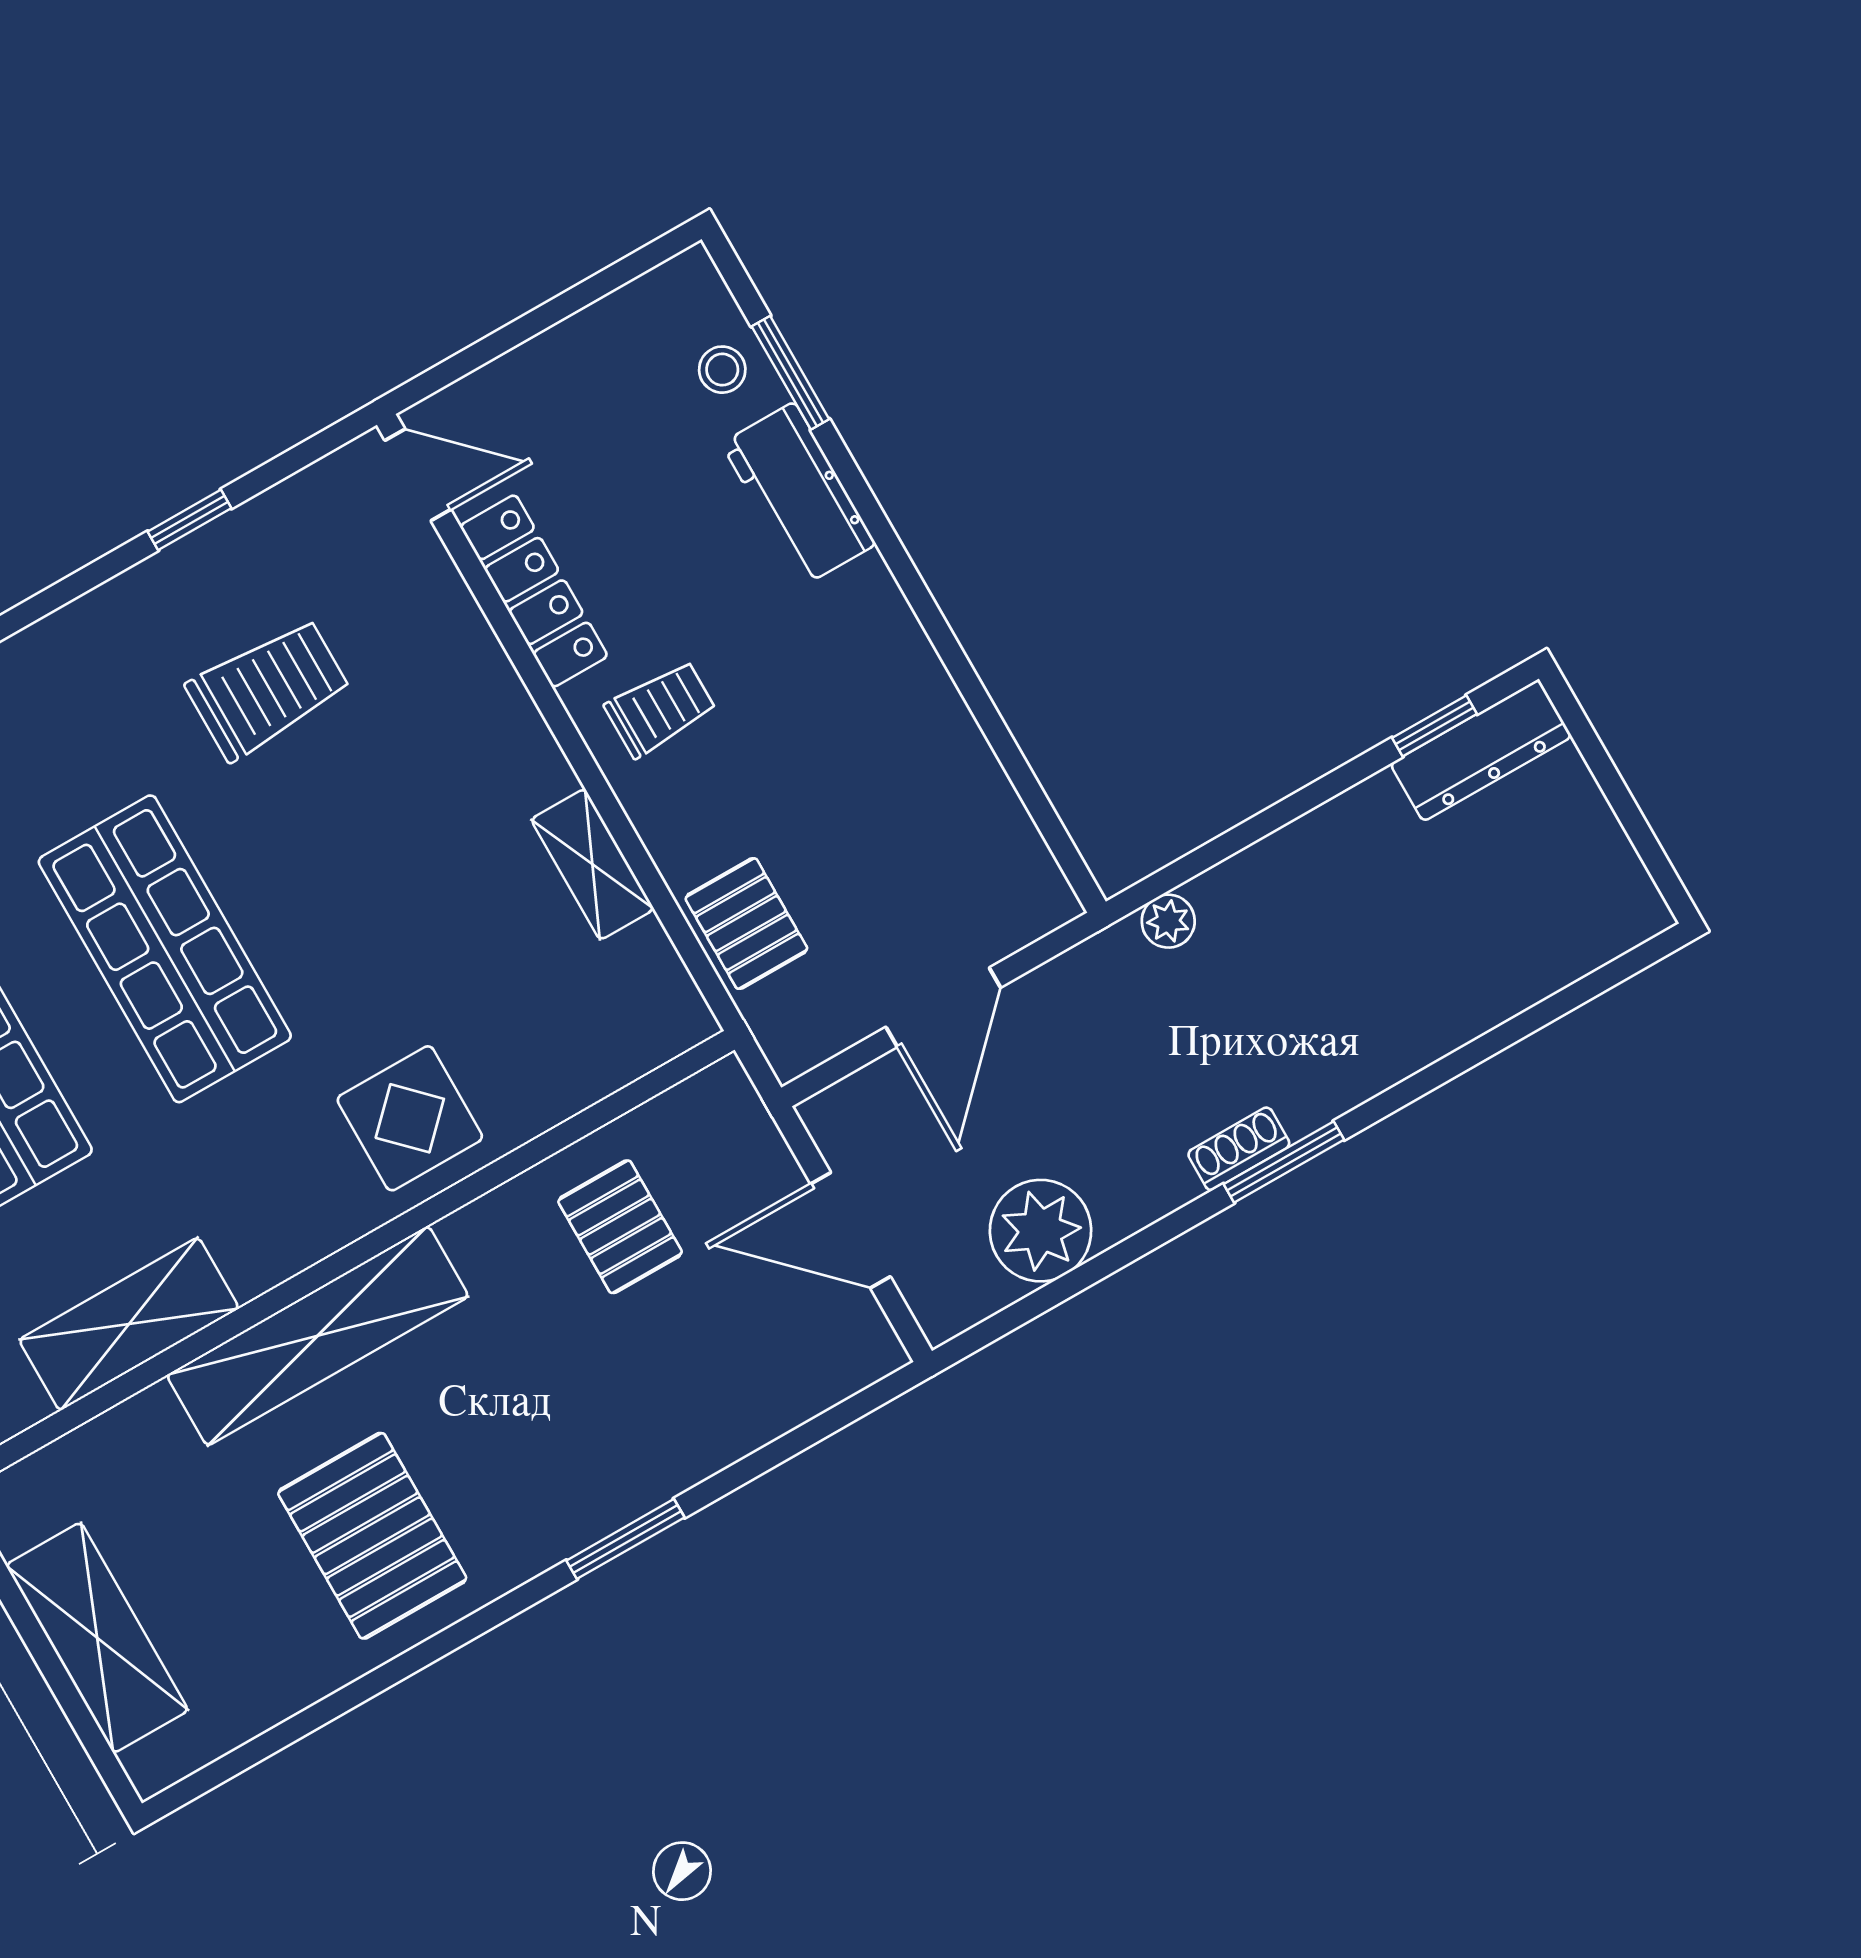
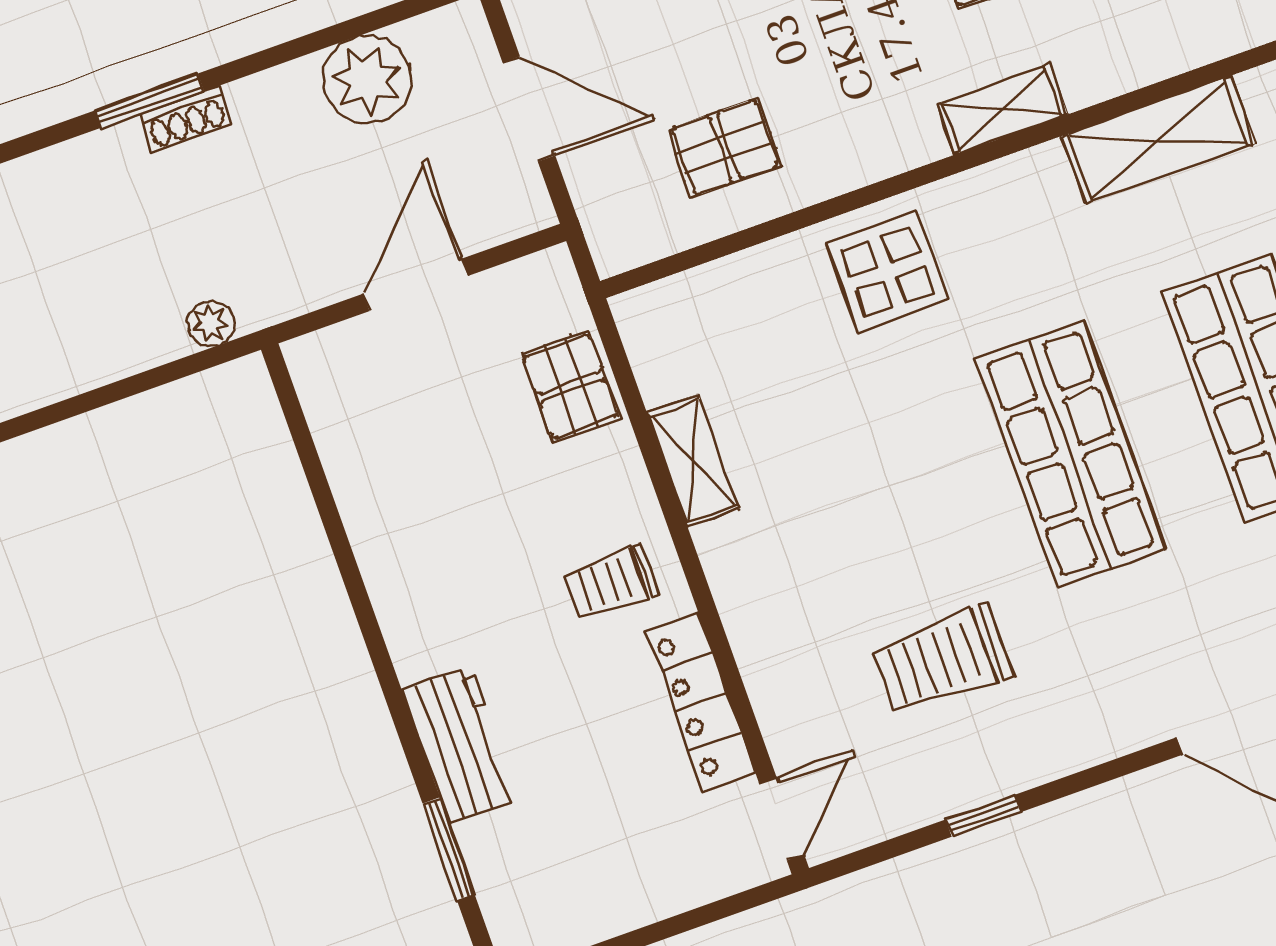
stool: (722, 370) -> (506, 862), removed
door: (418, 475) -> (782, 819), swing flipped
pallet: (620, 1227) -> (725, 147), turned 90
shelving: (318, 1336) -> (1002, 109), width x0.45, depth x0.75

